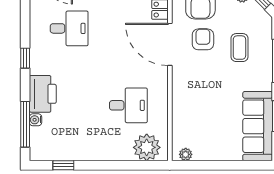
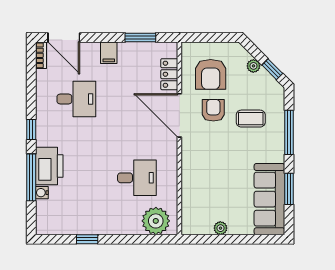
coffee table: (239, 48) -> (251, 119), turned 90
window: (25, 124) -> (31, 177), moved
plant: (186, 154) -> (220, 228), moved
window: (63, 165) -> (87, 239), moved

